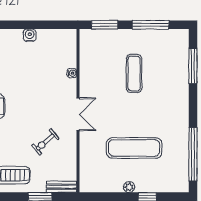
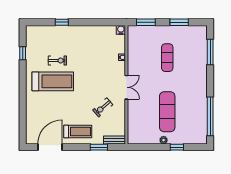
window: (151, 25) -> (179, 22), width x0.69
water cooler: (30, 35) -> (121, 30), moved
exercise mat: (134, 148) -> (167, 112), turned 90

